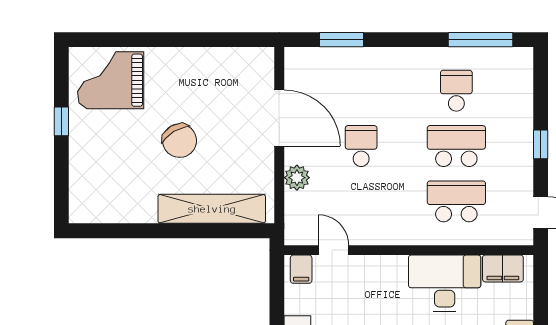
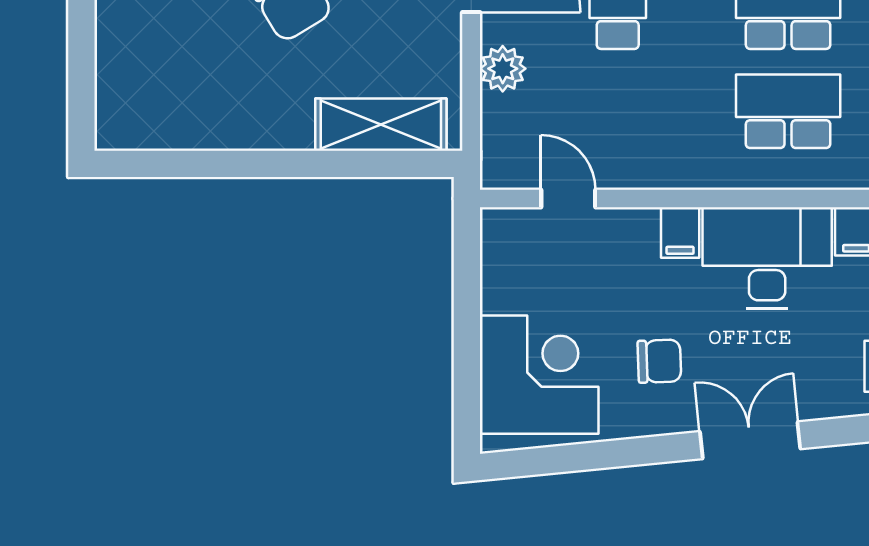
shelving: (212, 209) -> (381, 125), width x0.68
filing cabinet: (301, 269) -> (680, 233), moved

